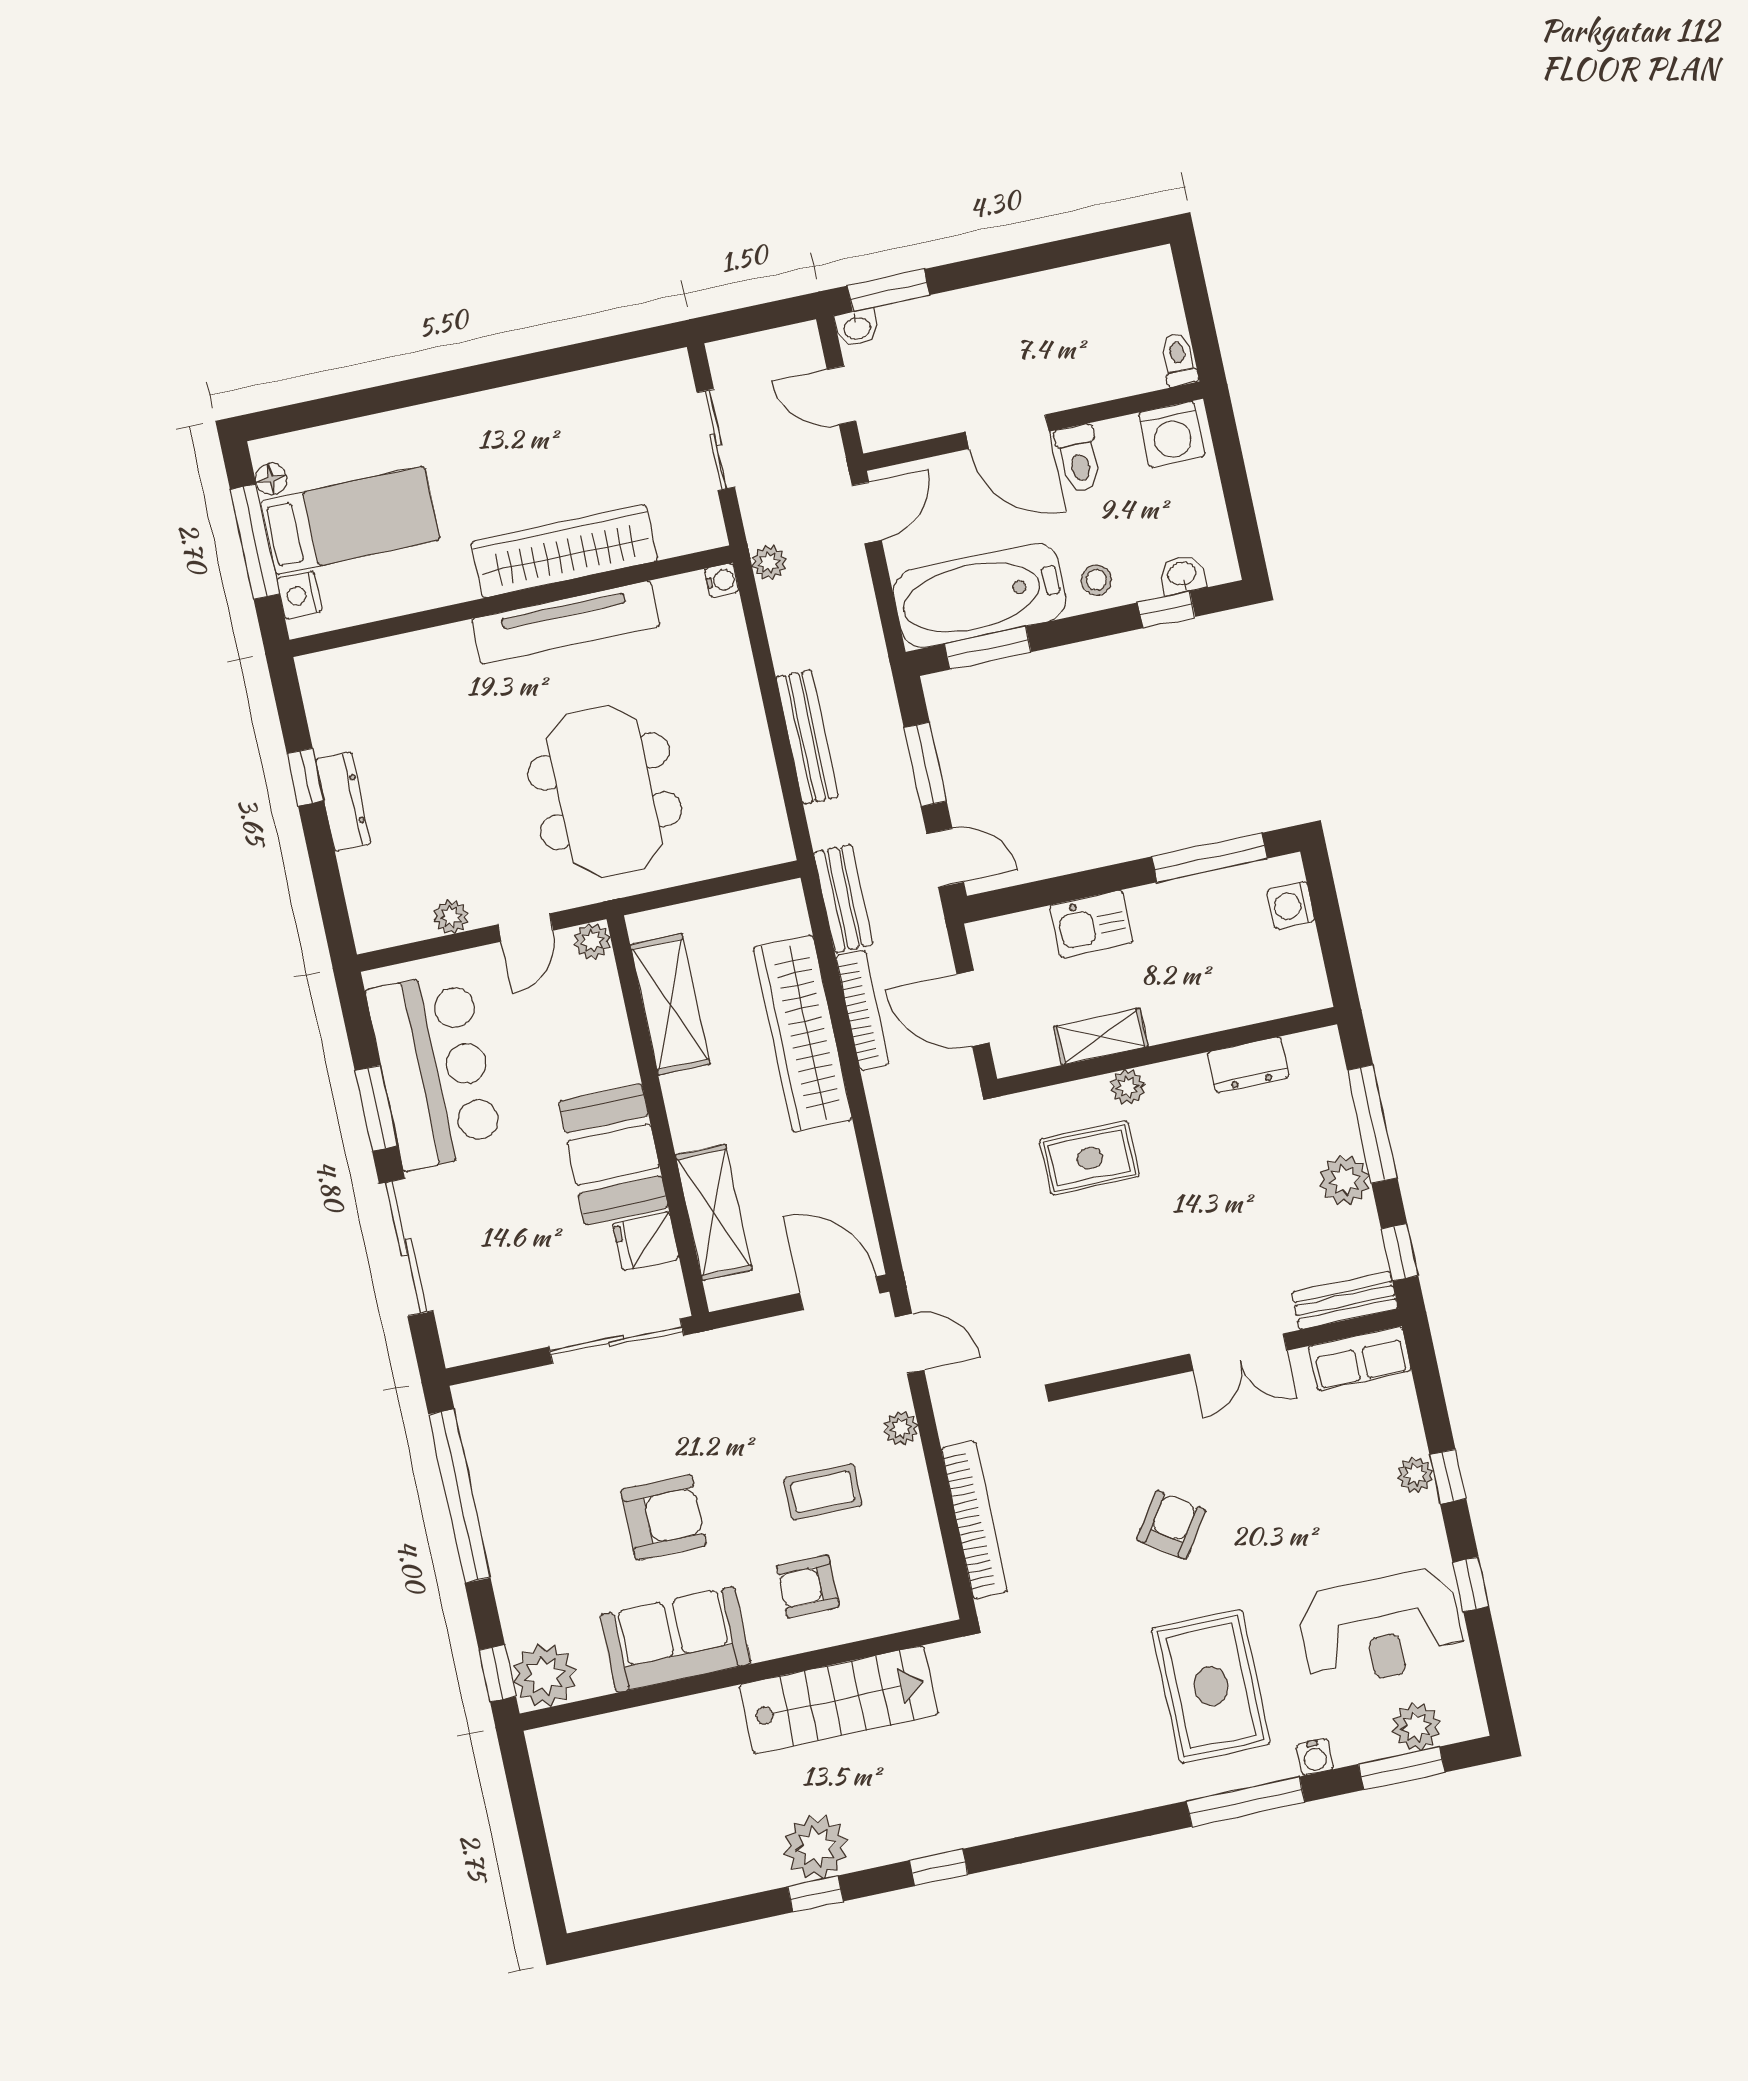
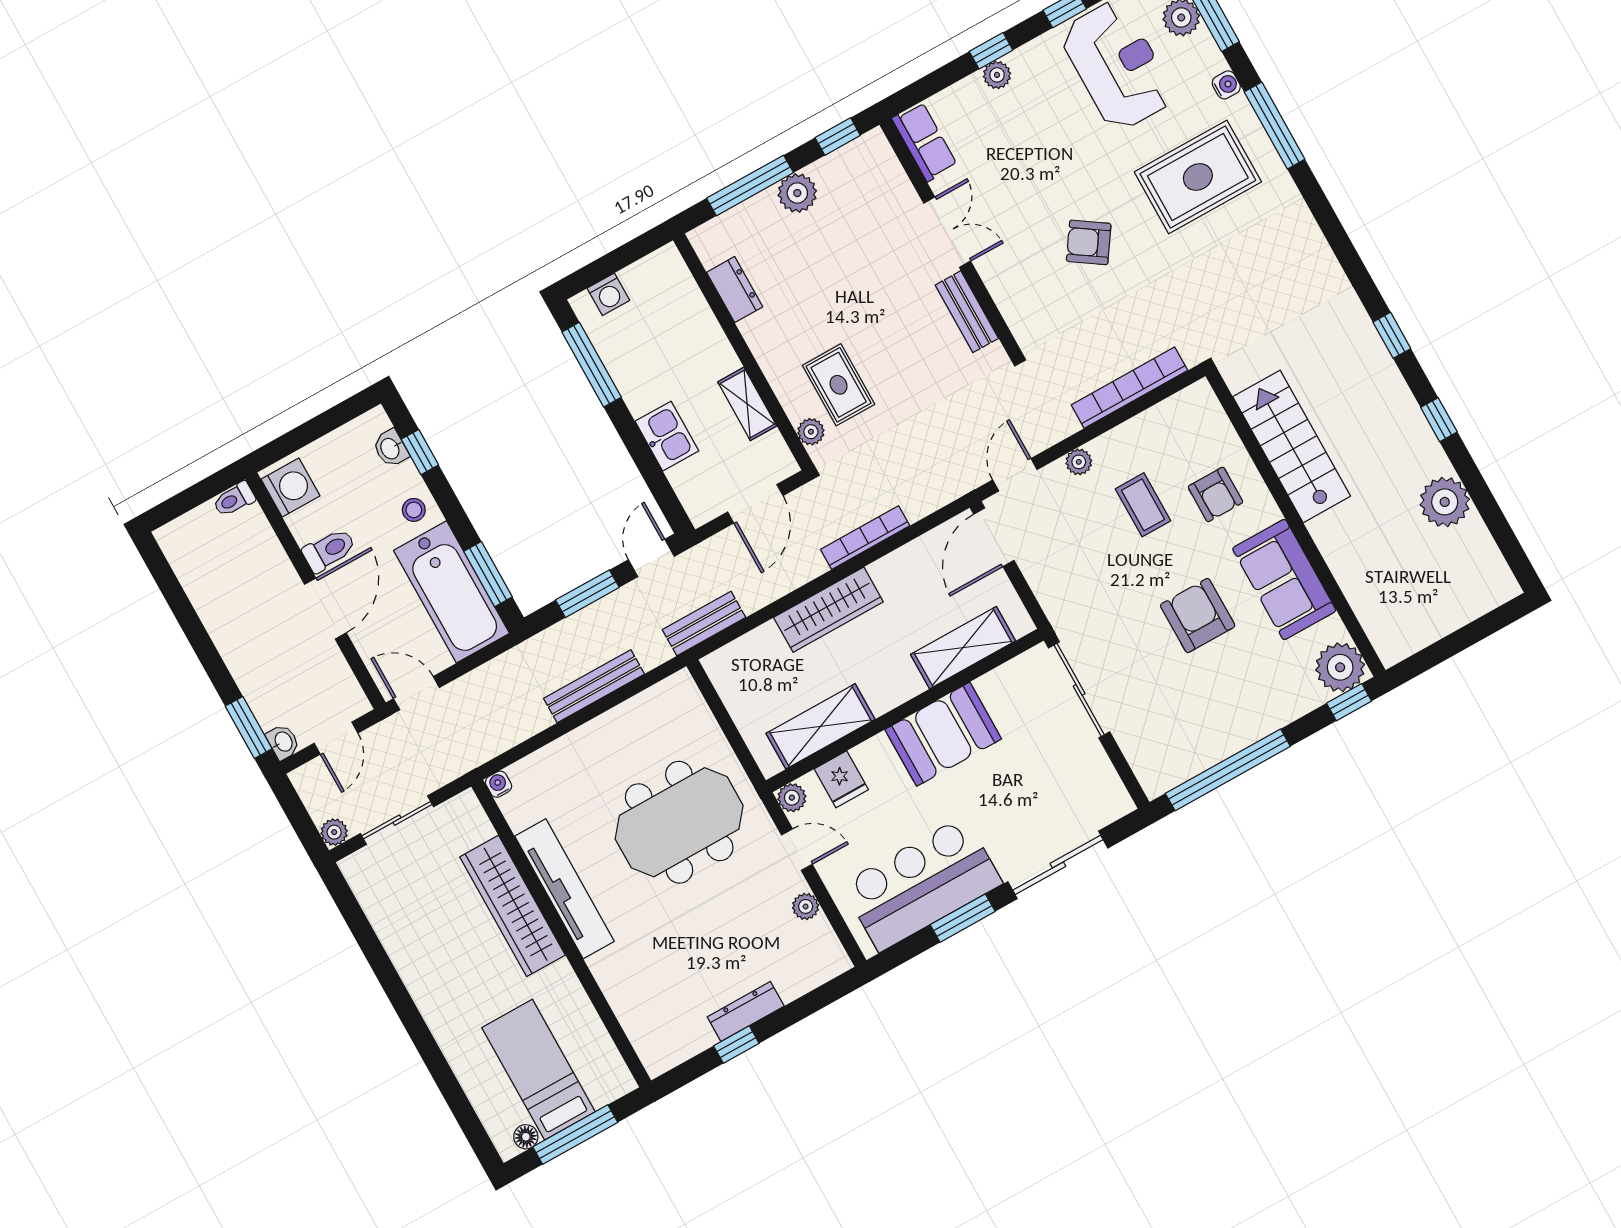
plant: (769, 562) -> (334, 832), moved
nightstand: (300, 595) -> (604, 1090), removed
bookcase: (862, 1010) -> (865, 538), moved
wardrobe: (803, 1034) -> (828, 610), width x0.71, depth x0.85
plant: (1128, 1087) -> (811, 432), moved
fridge: (646, 1241) -> (841, 779), moved
bench: (1345, 1300) -> (967, 312), moved
plant: (816, 1847) -> (1445, 502), moved

